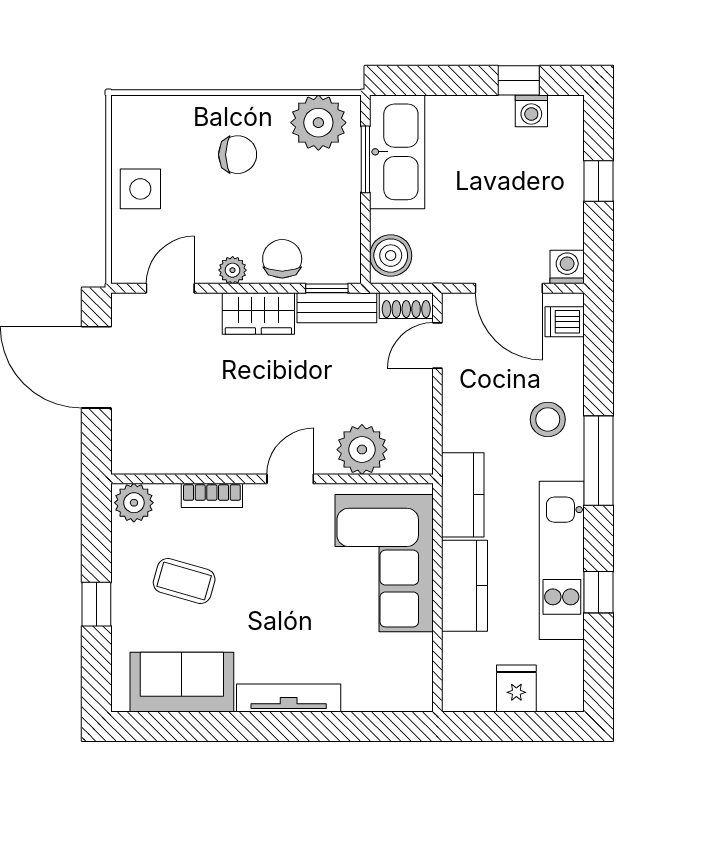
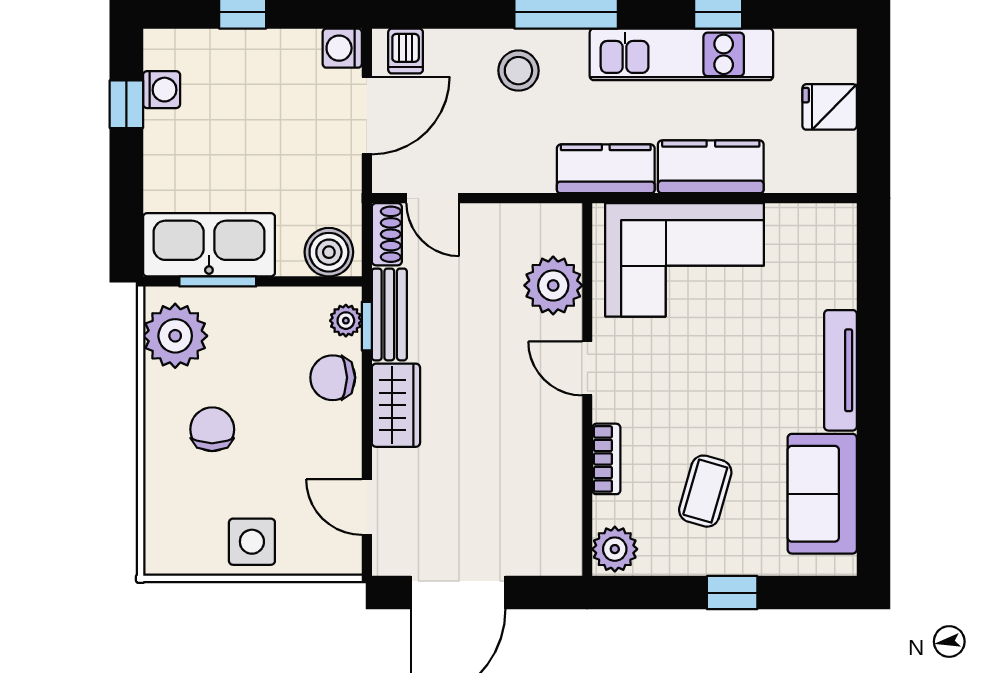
plant: (233, 270) -> (346, 321), moved

